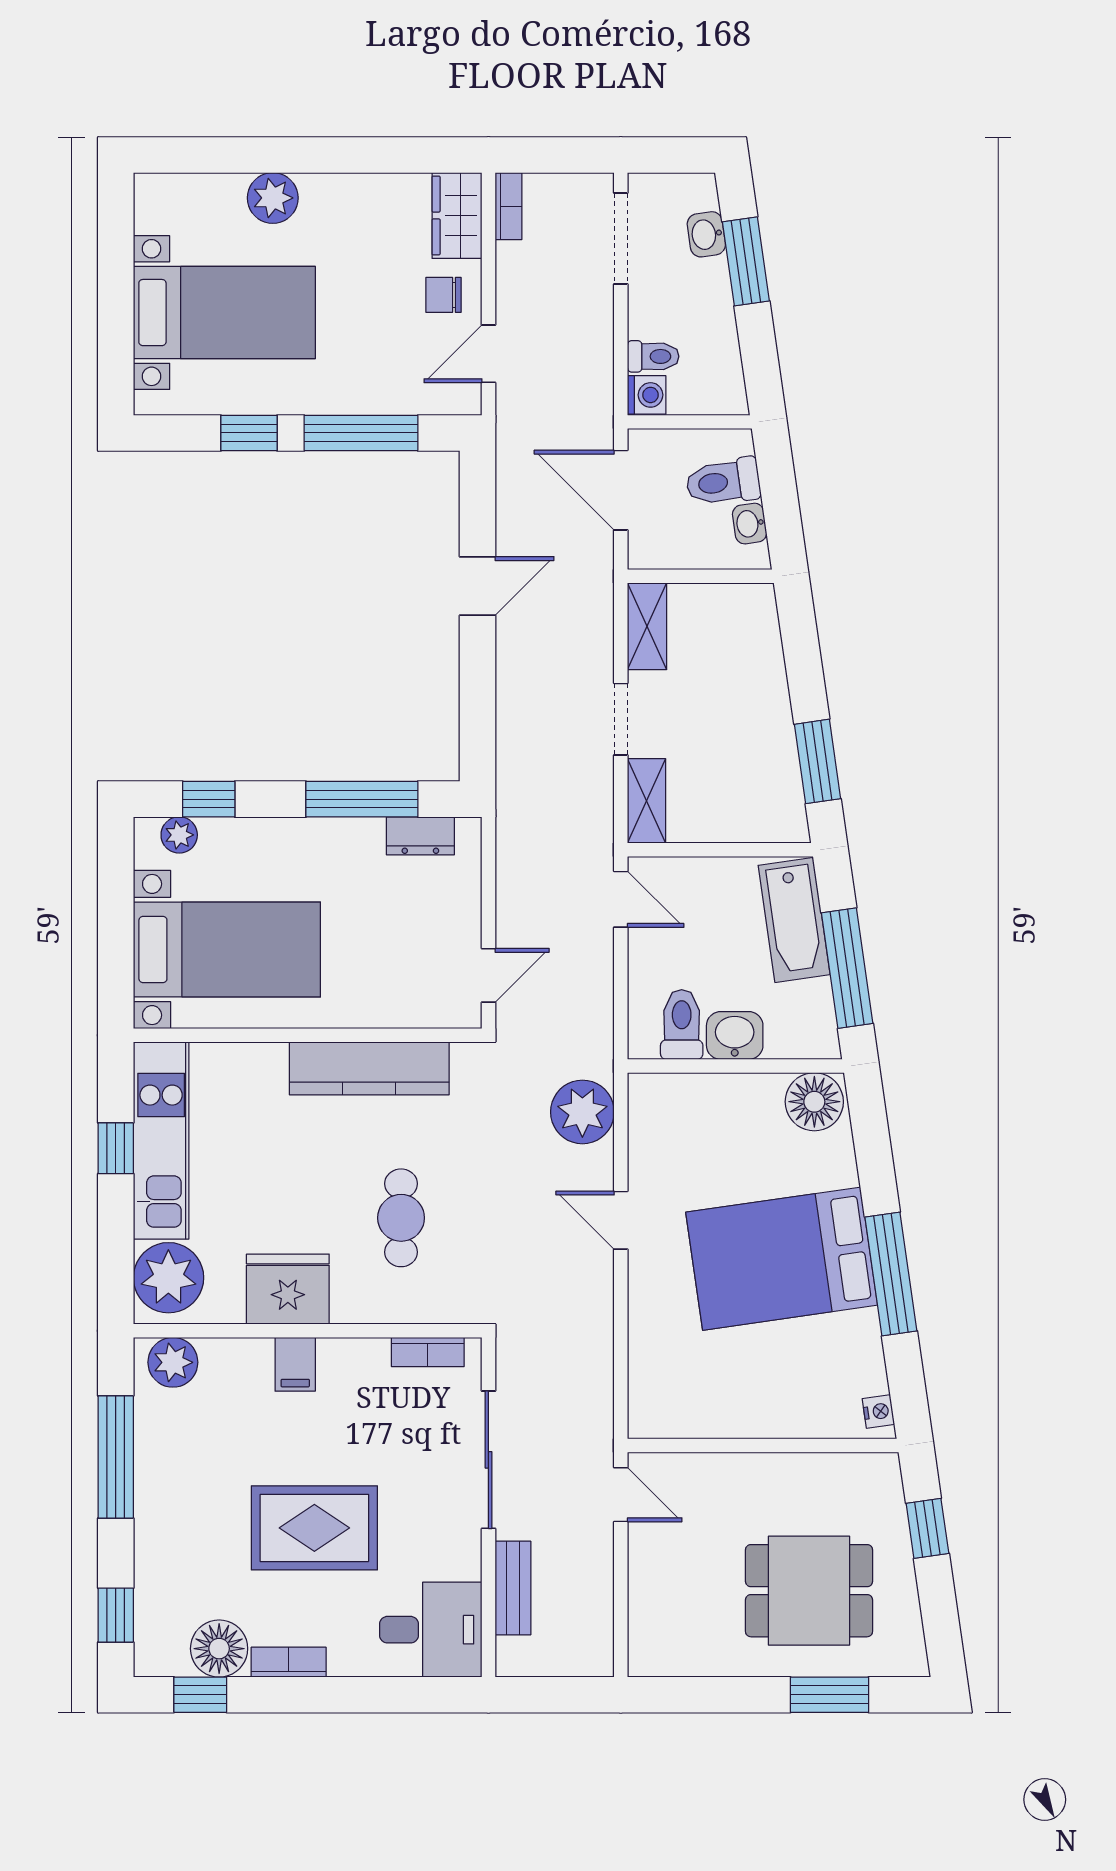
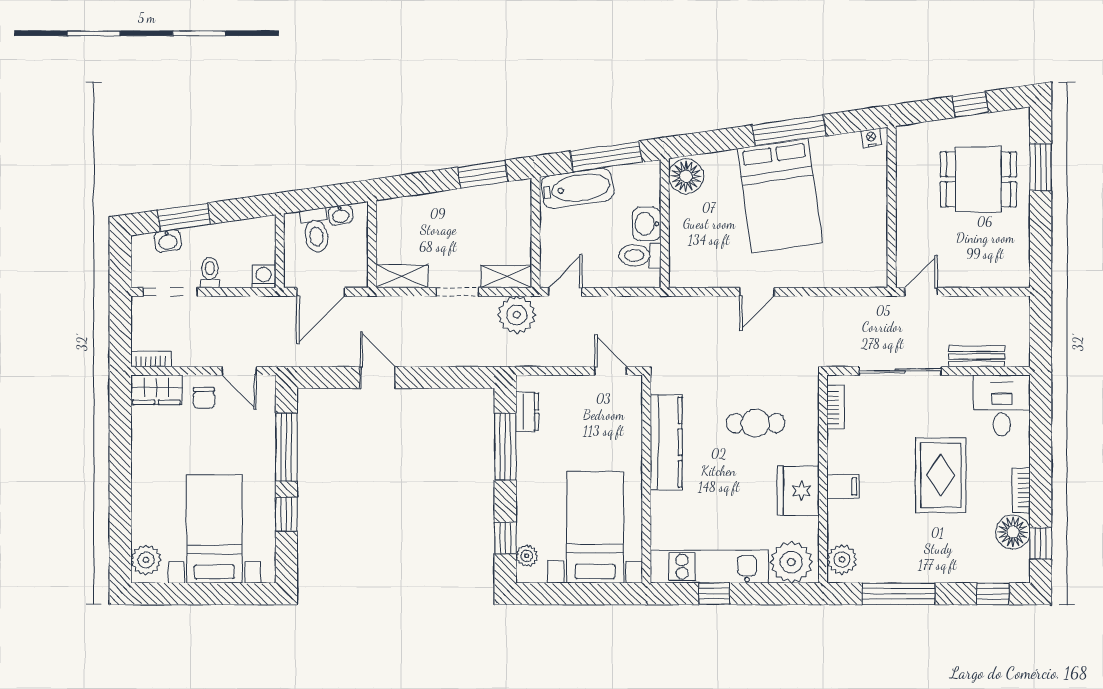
plant: (273, 198) -> (146, 560), moved
toilet: (653, 356) -> (210, 272), moved
plant: (582, 1112) -> (517, 315), moved
window: (927, 1528) -> (970, 104), moved
dining table: (809, 1591) -> (978, 179), turned 90

